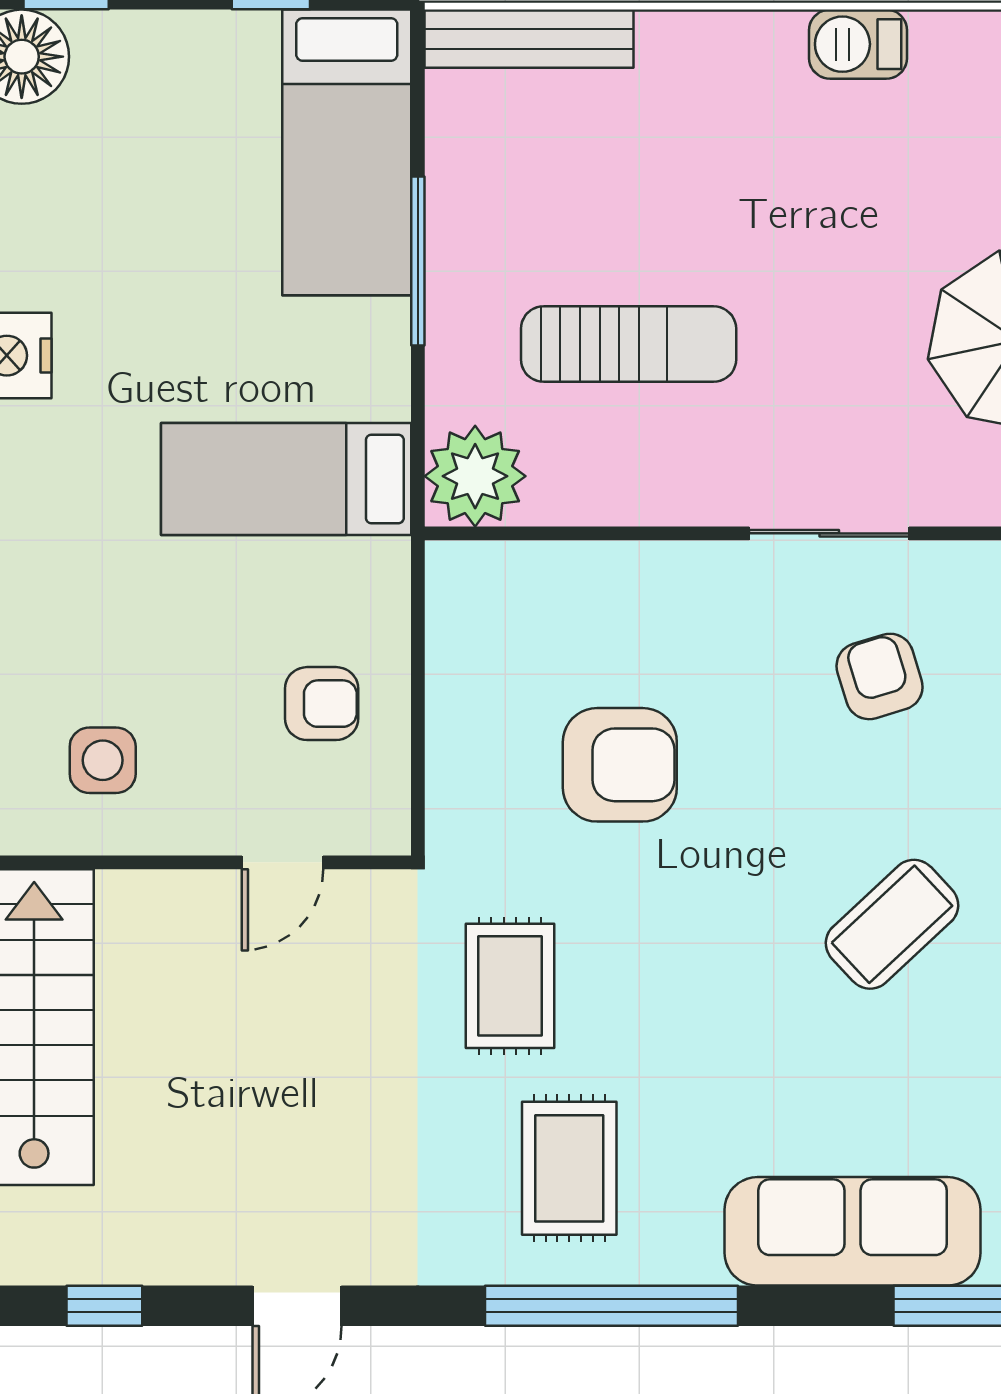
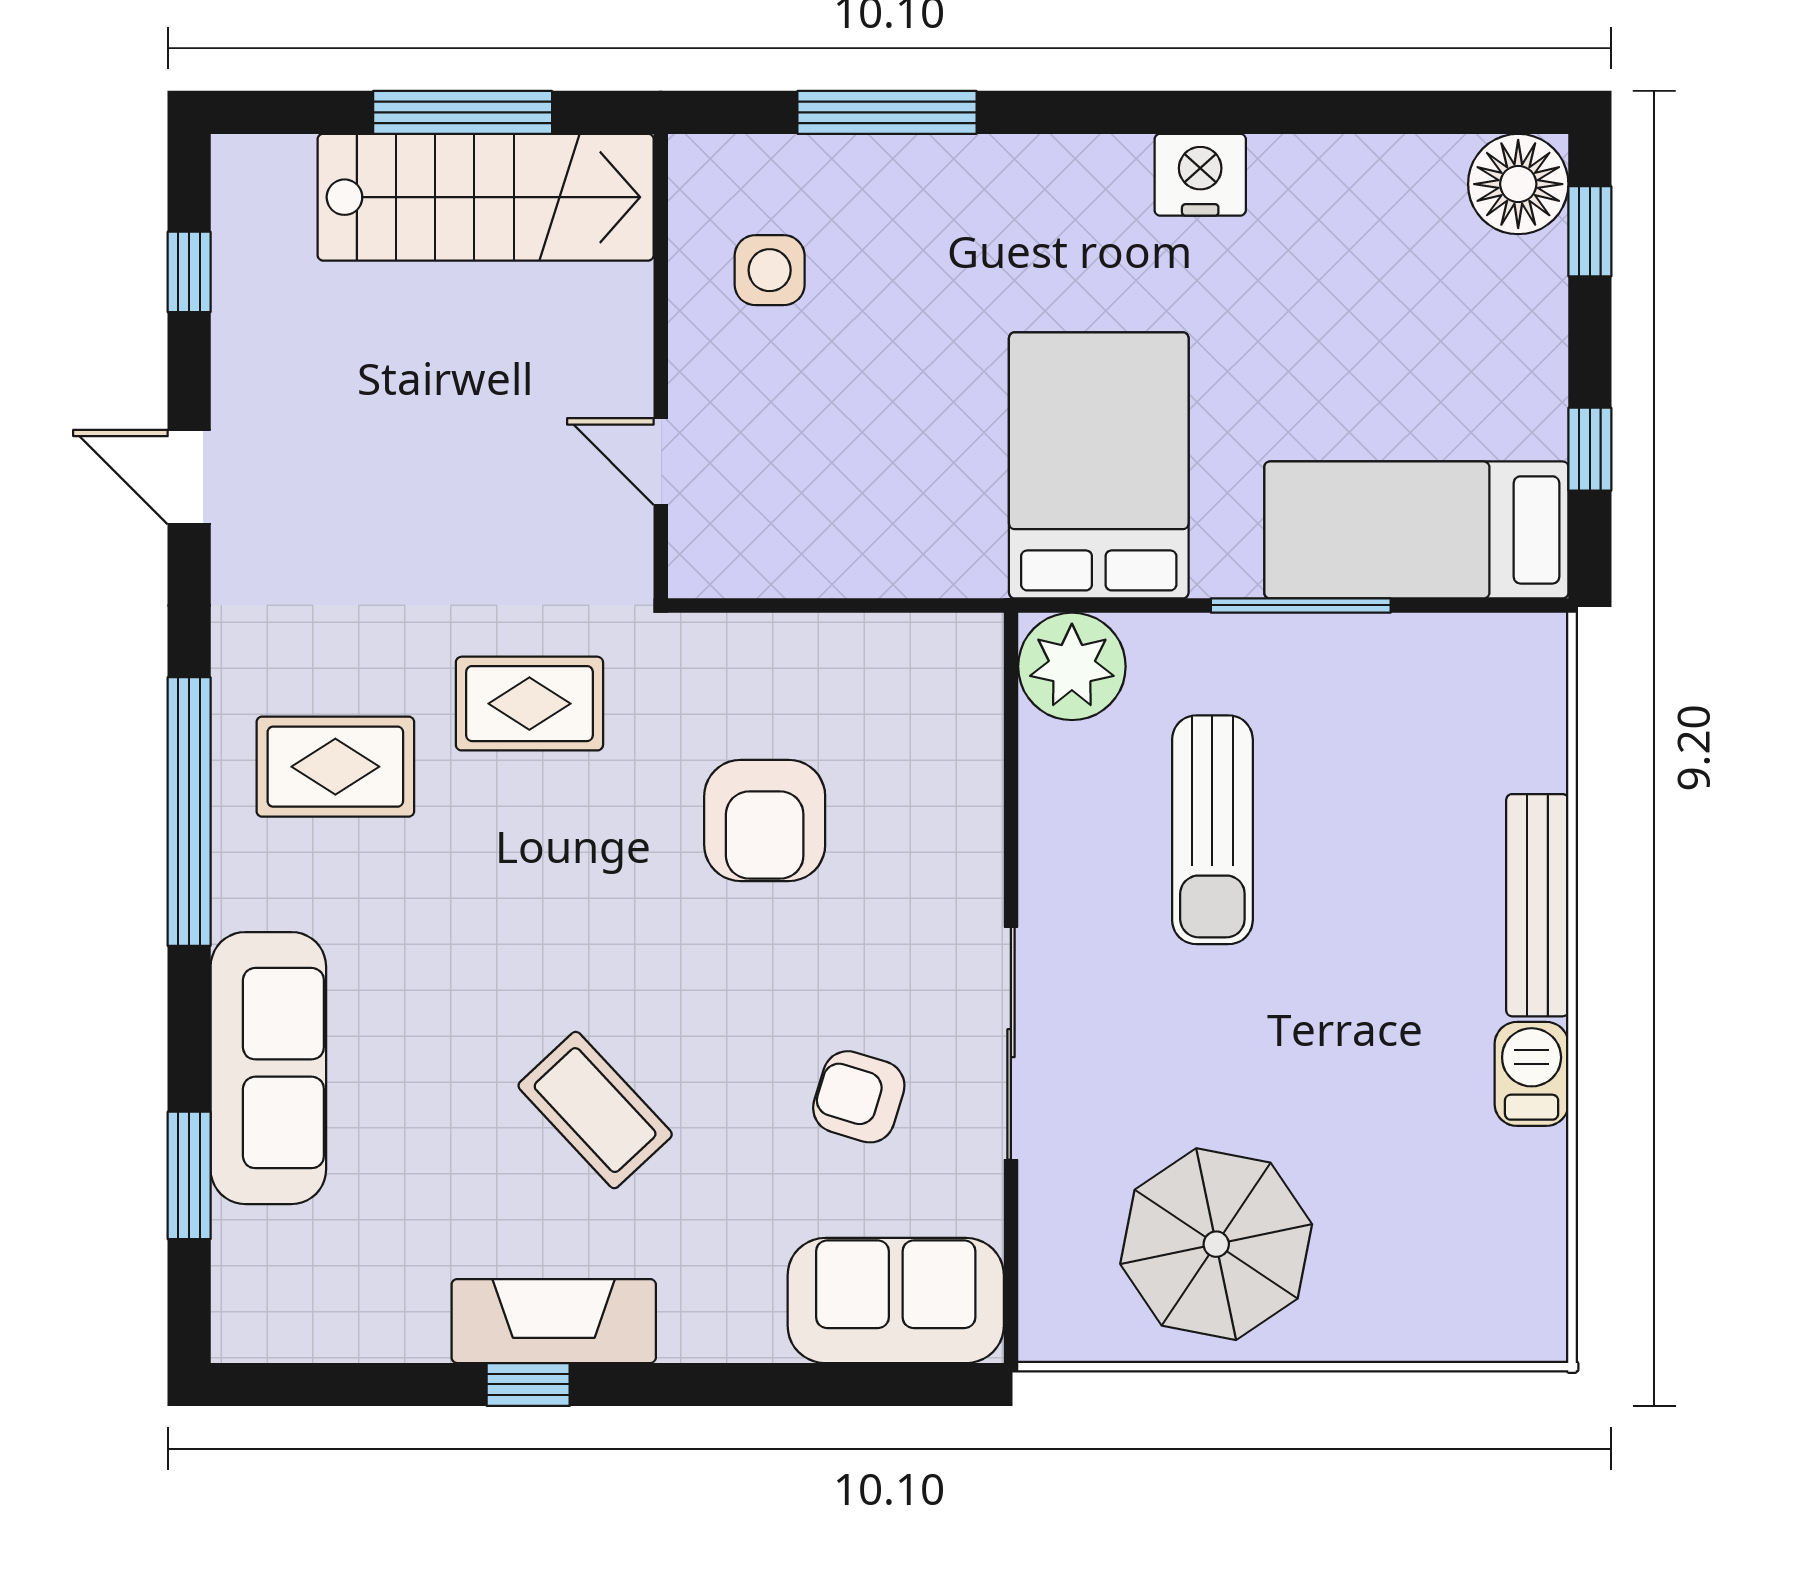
bench: (529, 39) -> (1537, 905), moved
bed: (286, 479) -> (1099, 465), width x1.50
sliding door: (829, 533) -> (1011, 1043), width x1.37
armchair: (880, 676) -> (859, 1097), turned -146
armchair: (322, 704) -> (830, 503), removed

